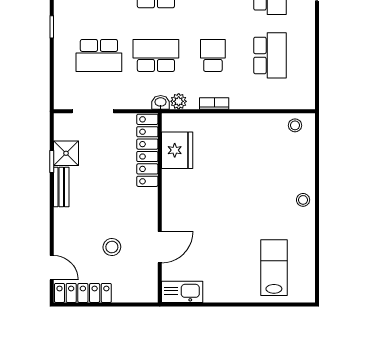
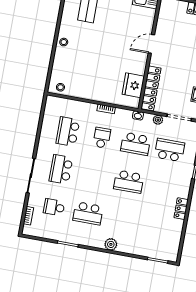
school desk: (213, 55) -> (102, 138), turned 180
plant: (179, 101) -> (158, 120), moved
stool: (112, 247) -> (183, 35), removed
door: (160, 247) -> (151, 44), moved

